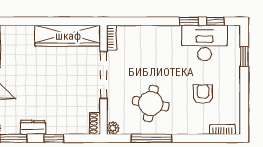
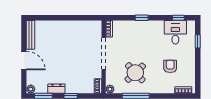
window: (189, 21) -> (142, 18), moved
wardrobe: (68, 36) -> (80, 27), removed
desk: (205, 43) -> (175, 32), width x0.73
round table: (151, 104) -> (135, 73), turned 36

